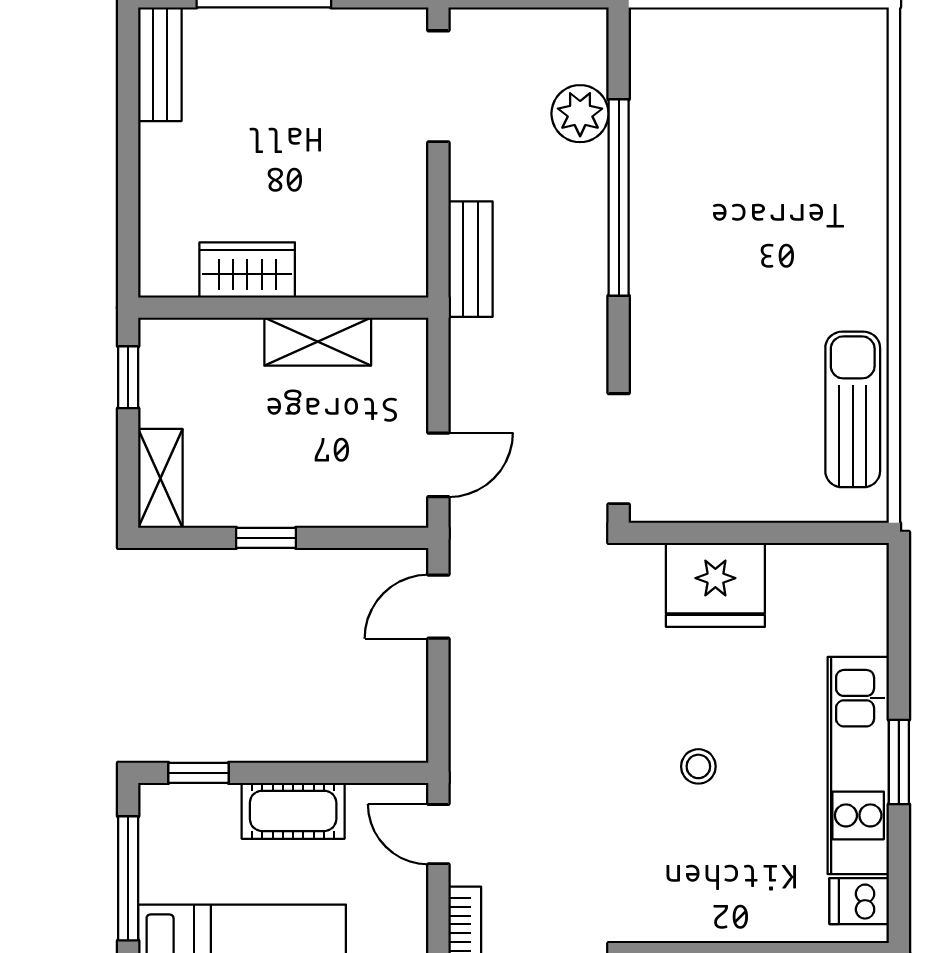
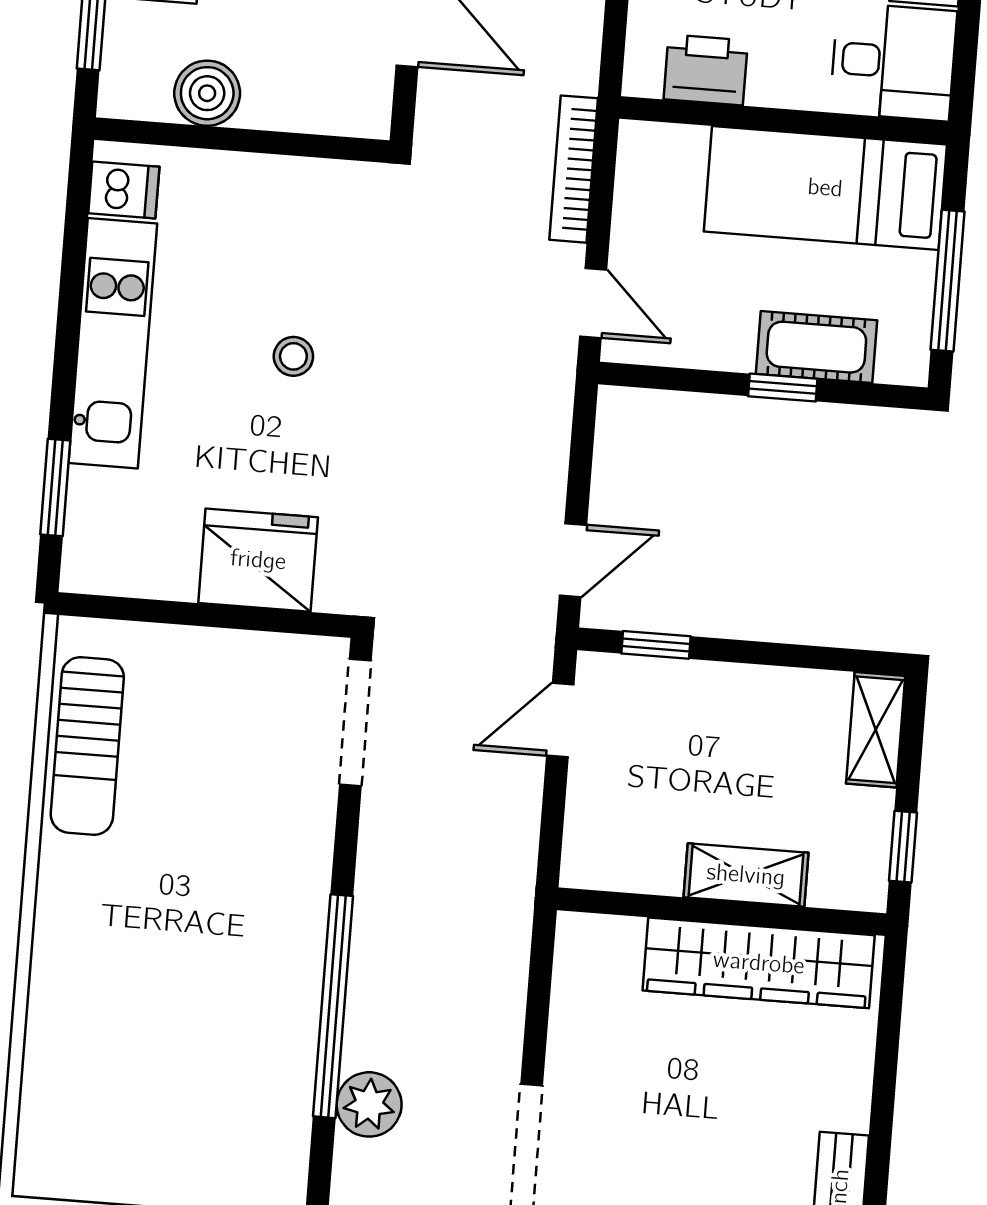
bench: (471, 259) -> (506, 950), removed
wardrobe: (247, 270) -> (759, 963), width x2.10, depth x1.17
shelving: (318, 342) -> (746, 875), moved
window: (266, 538) -> (656, 645), moved
window: (899, 762) -> (55, 488), moved
window: (199, 773) -> (783, 388), moved
cot: (293, 811) -> (816, 347), moved

